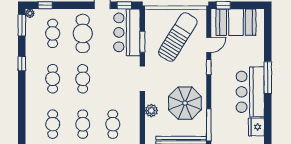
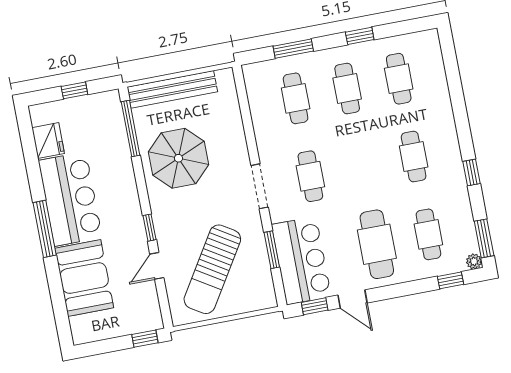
booth: (236, 22) -> (84, 278), moved, turned 90
cafe table: (83, 79) -> (310, 176), moved
plant: (151, 111) -> (234, 134), removed

